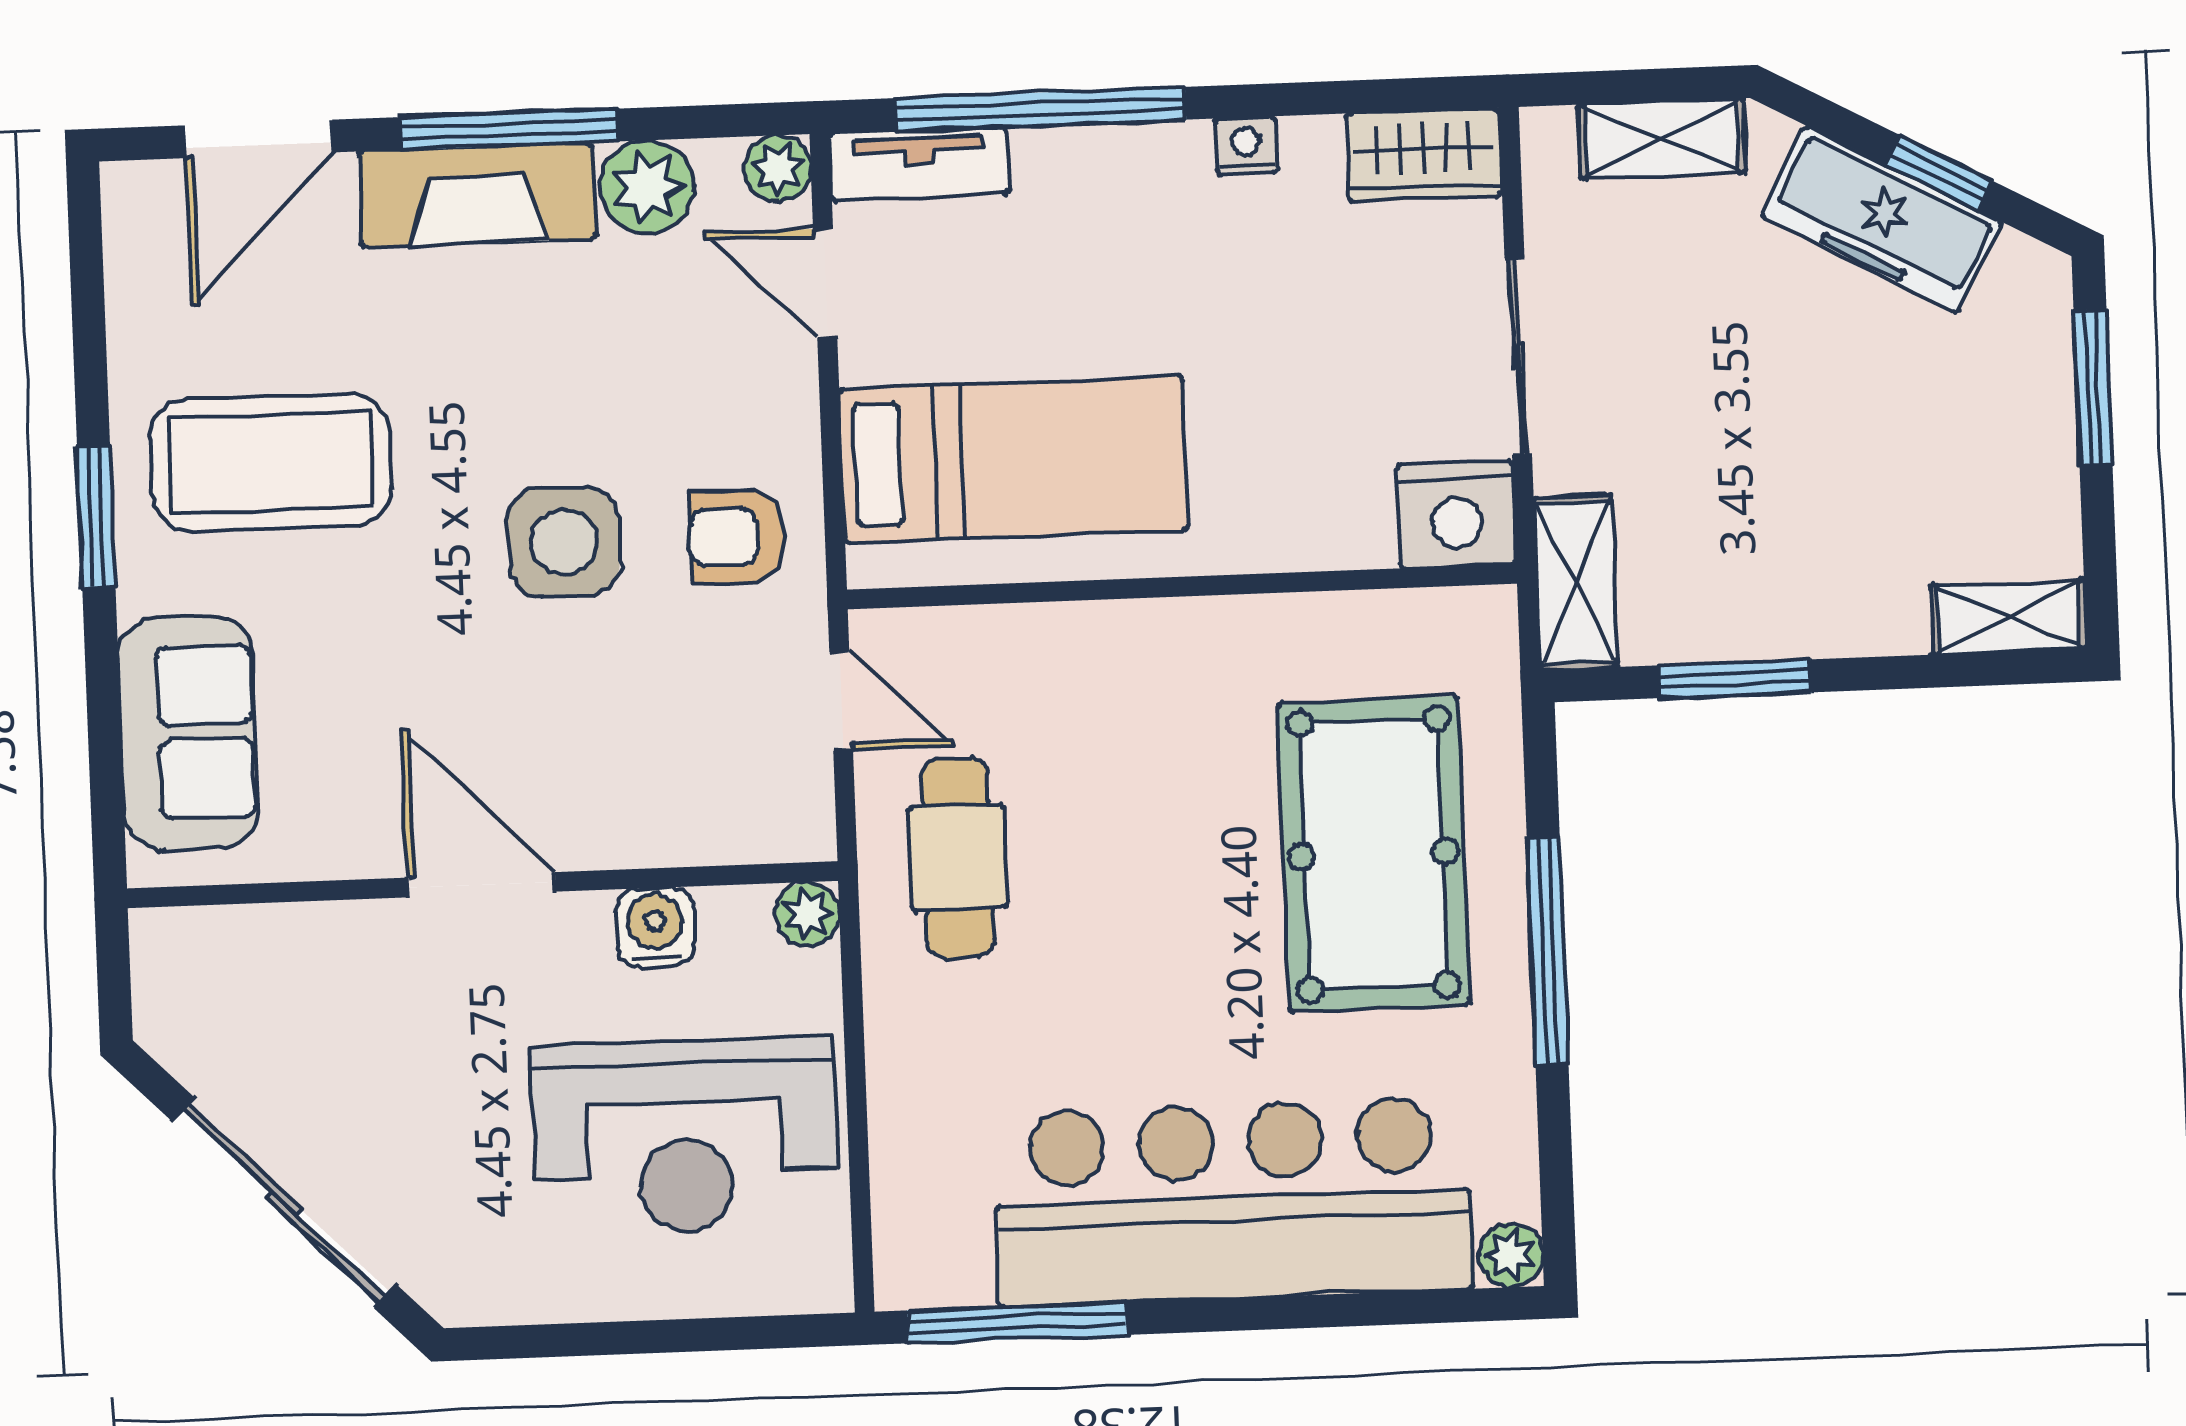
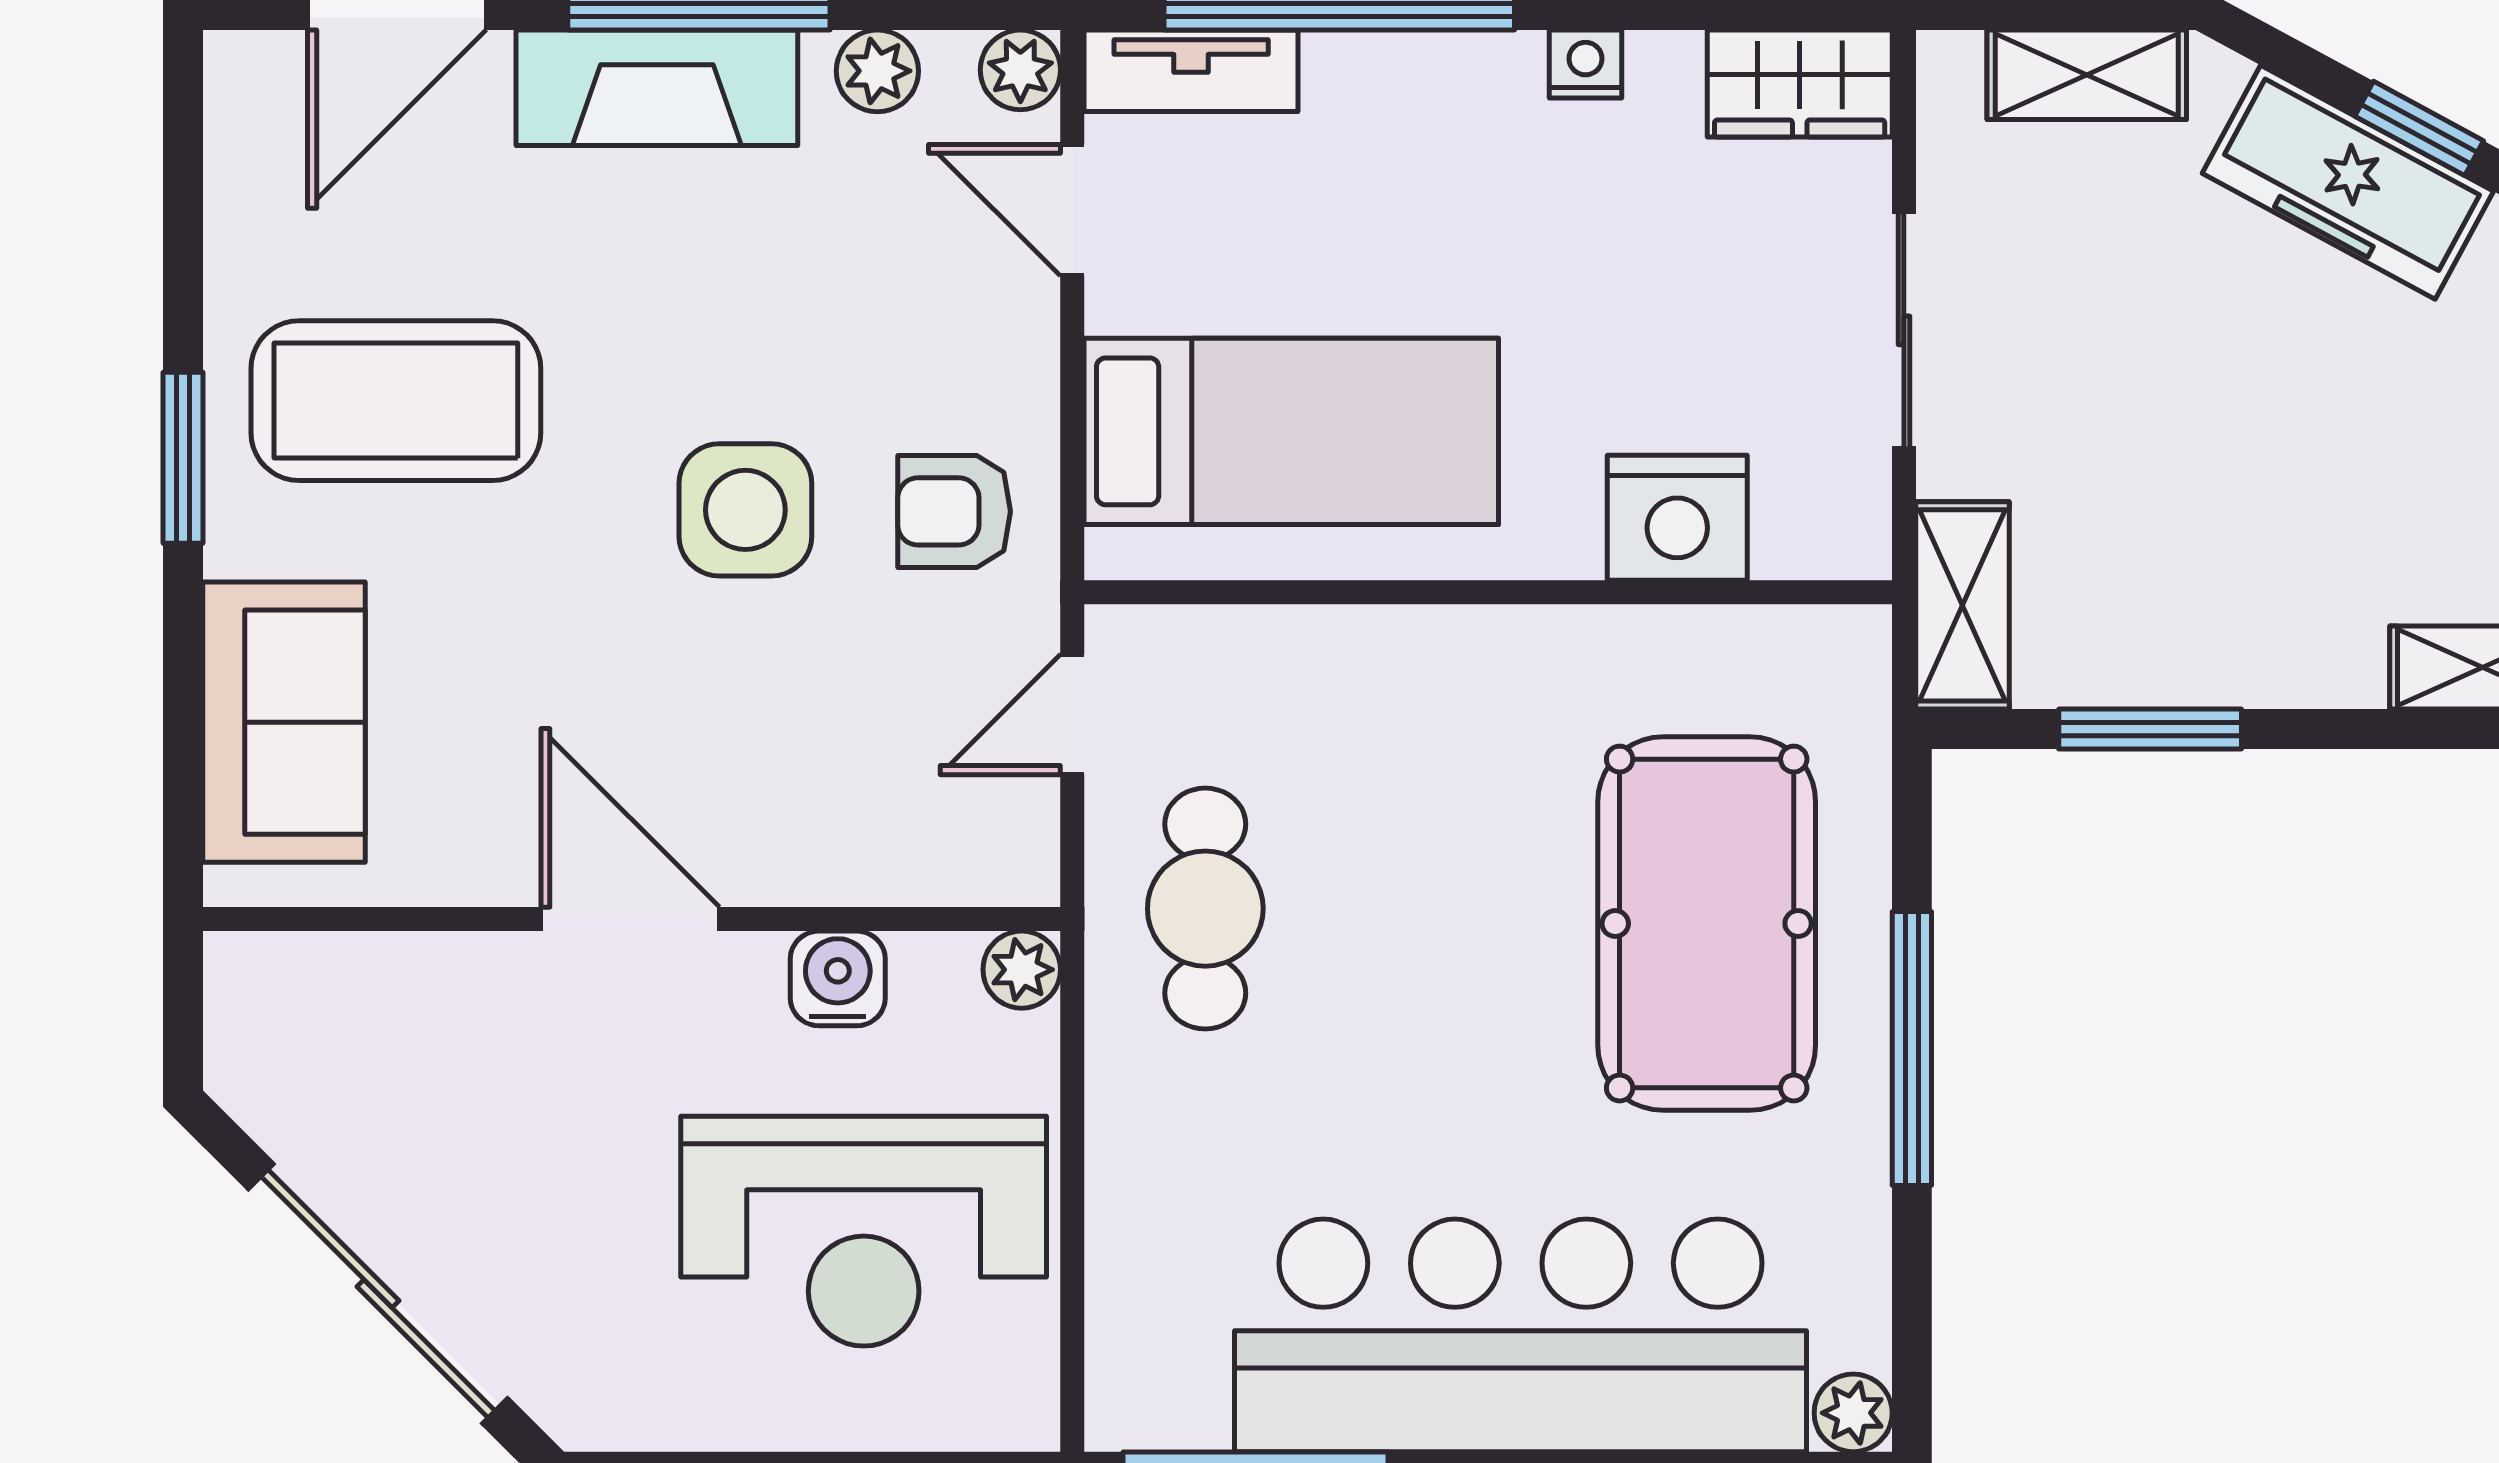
plant: (647, 187) -> (877, 71), width x0.73, depth x0.73
nightstand: (1457, 514) -> (1677, 518), moved
door: (841, 701) -> (1072, 714), swing flipped

